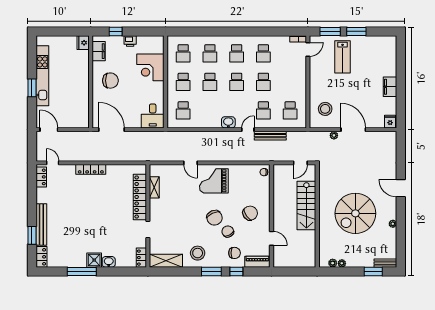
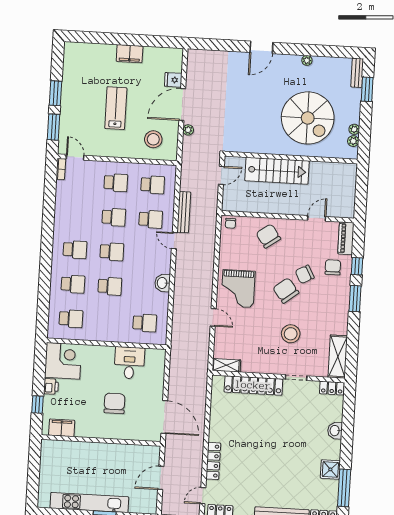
fridge: (83, 43) -> (50, 447), removed
school desk: (263, 53) -> (116, 183), moved
lab bench: (343, 57) -> (116, 108), moved, turned -90
corner desk: (150, 67) -> (63, 361), moved, turned -90
chair: (110, 81) -> (114, 403), moved
school desk: (183, 82) -> (108, 321), removed
desk: (153, 116) -> (129, 363), moved, turned -90
washbasin: (228, 122) -> (162, 283), moved
fridge: (390, 122) -> (173, 80), moved
door: (49, 130) -> (161, 478), moved
door: (112, 130) -> (164, 417), swing flipped
door: (190, 163) -> (213, 317), hinge flipped
door: (300, 163) -> (221, 175), hinge flipped
locker: (91, 169) -> (213, 461), moved
shelving: (154, 187) -> (226, 365), moved
chair: (250, 213) -> (268, 236), moved
spiral stairs: (355, 213) -> (308, 118), moved
chair: (215, 218) -> (286, 290), turned -103
stool: (198, 253) -> (291, 334), moved
shower: (94, 260) -> (330, 469), moved
window: (82, 271) -> (344, 488), moved

